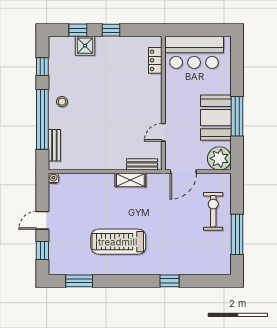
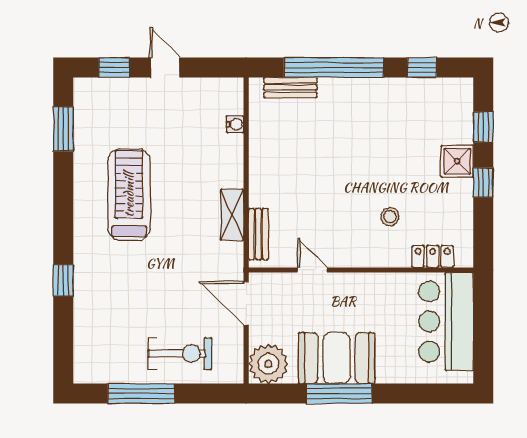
shower: (85, 46) -> (457, 161), moved
stool: (62, 102) -> (390, 217), moved
water cooler: (53, 178) -> (235, 124), moved

